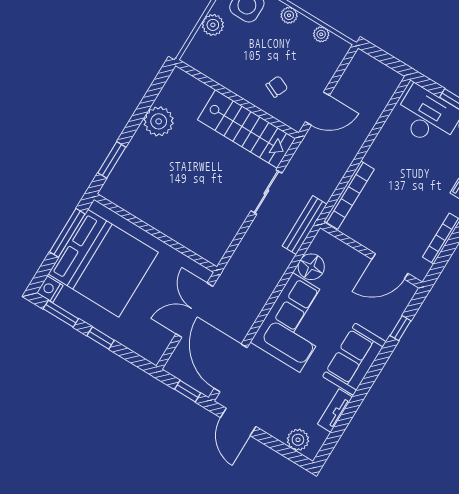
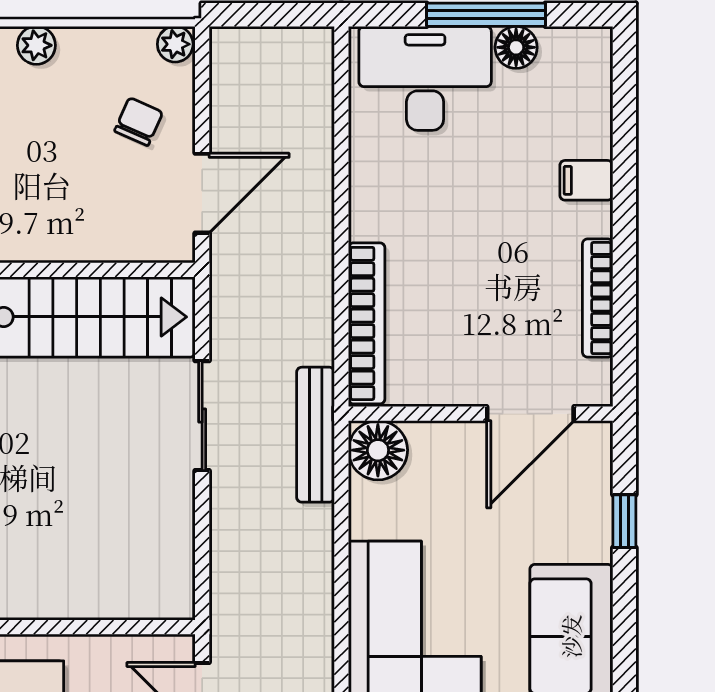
plant: (321, 34) -> (175, 44), moved
chair: (277, 87) -> (139, 122), moved
floor lamp: (311, 267) -> (378, 450), moved

